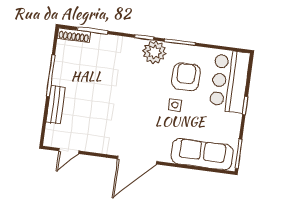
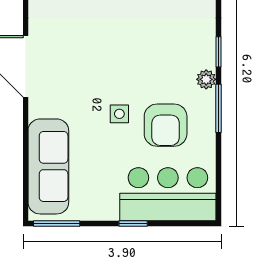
plant: (154, 52) -> (206, 79), width x0.53, depth x0.53
armchair: (186, 77) -> (166, 125), turned 90

